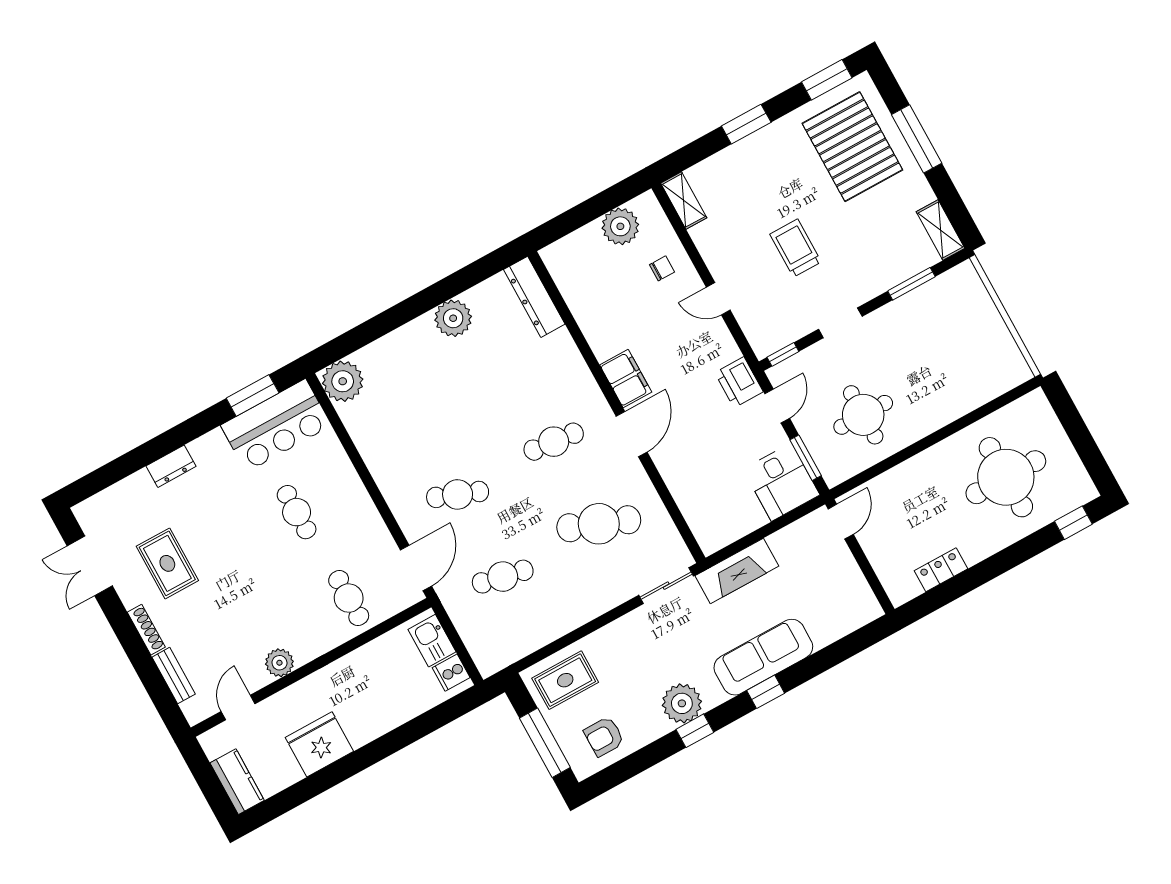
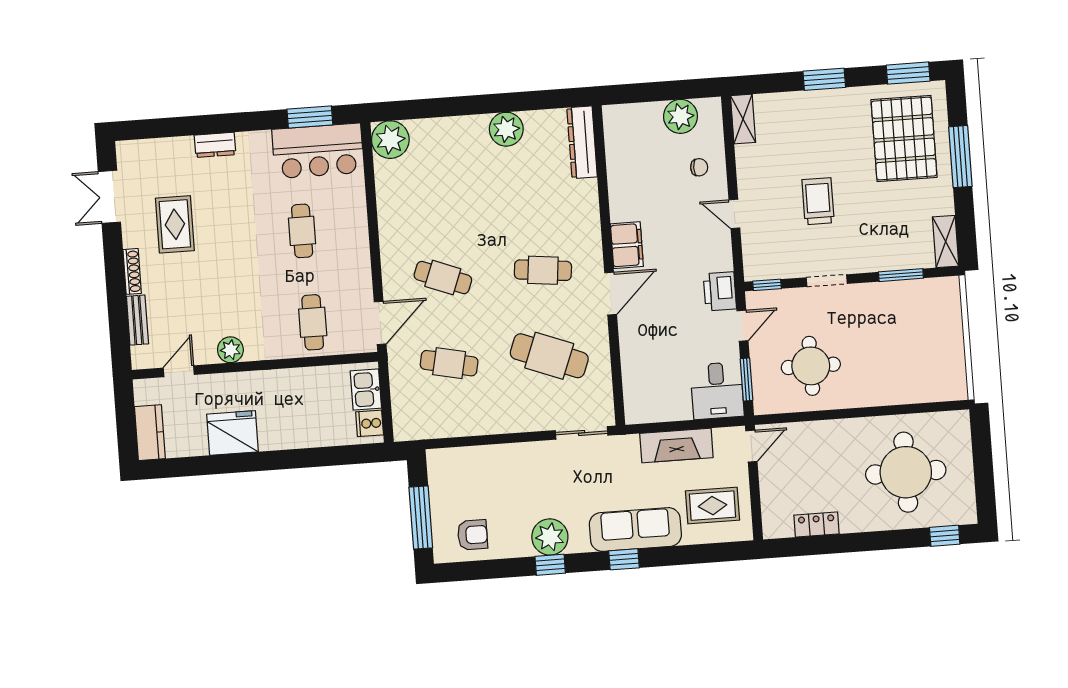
fireplace: (737, 571) -> (676, 445), moved
rug: (565, 680) -> (712, 506), moved
armchair: (604, 737) -> (472, 535), turned 180

